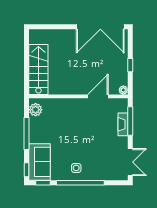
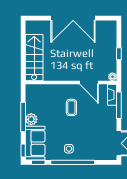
double door: (100, 27) -> (73, 18), moved
door: (98, 96) -> (89, 83), swing flipped
plant: (36, 110) -> (31, 119), moved
coffee table: (79, 123) -> (71, 107), added
fireplace: (123, 124) -> (112, 95), moved

